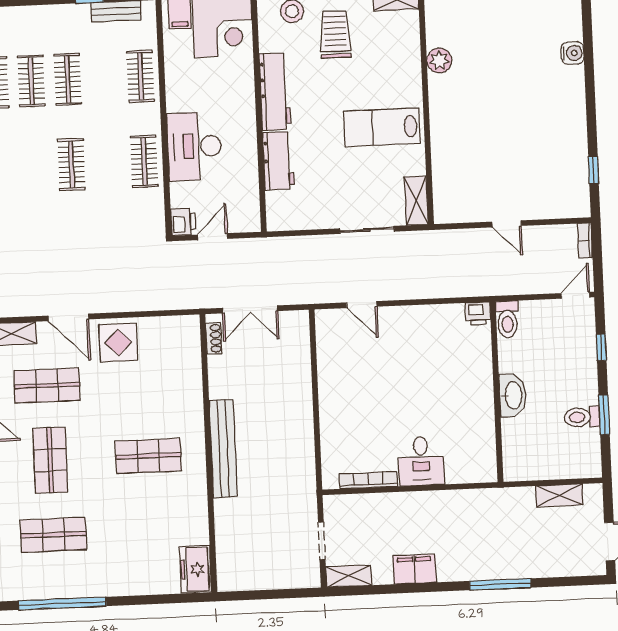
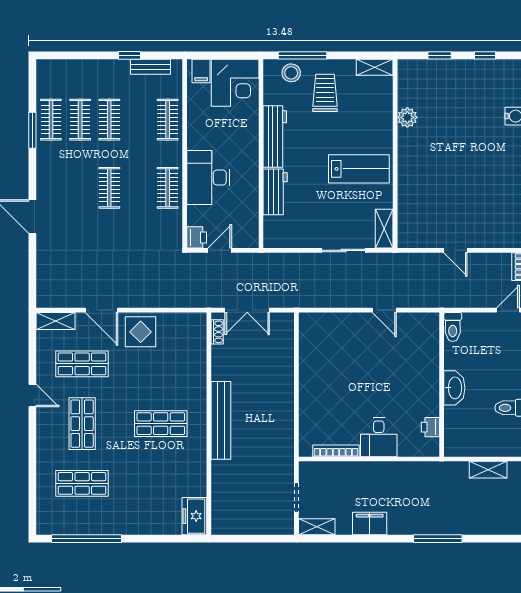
lab bench: (382, 127) -> (359, 169), turned 180
door: (362, 305) -> (384, 310), moved
printer: (478, 313) -> (430, 427), moved, turned 90

